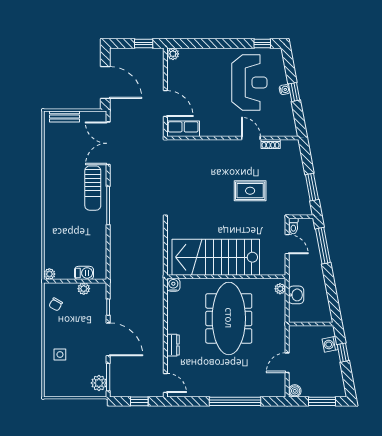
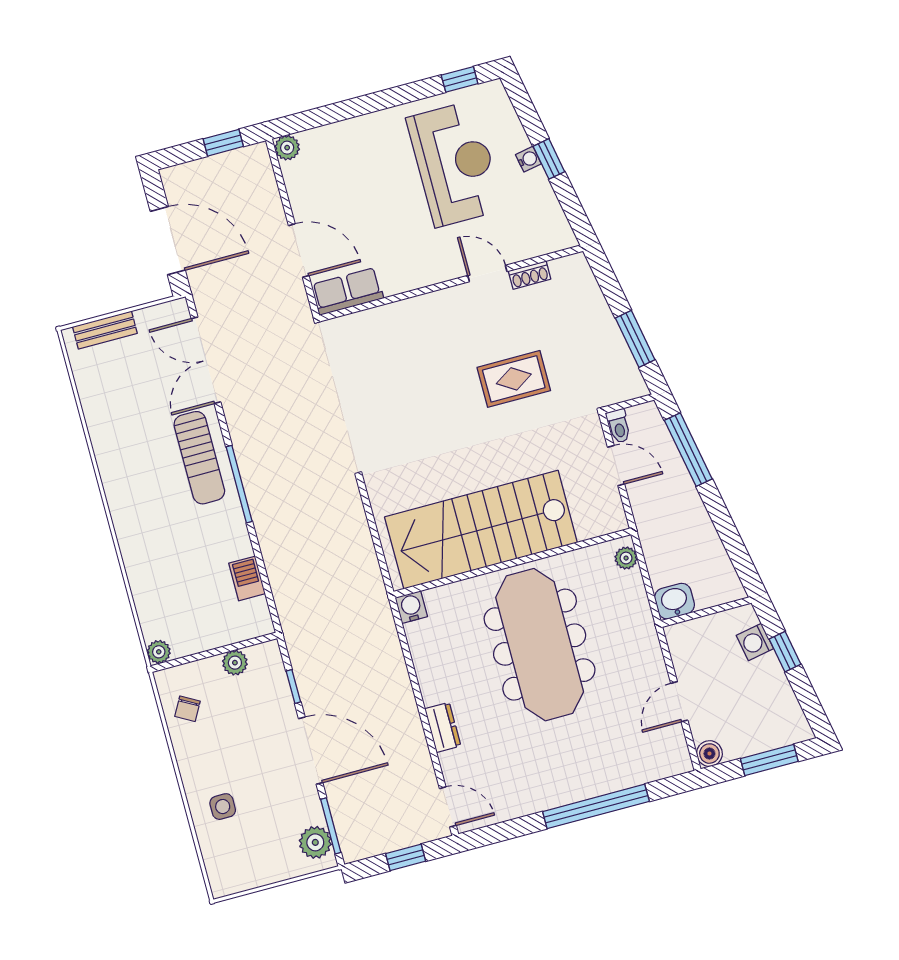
barbecue: (84, 273) -> (247, 578), moved, turned -90
washbasin: (296, 295) -> (675, 601), moved, turned -90

